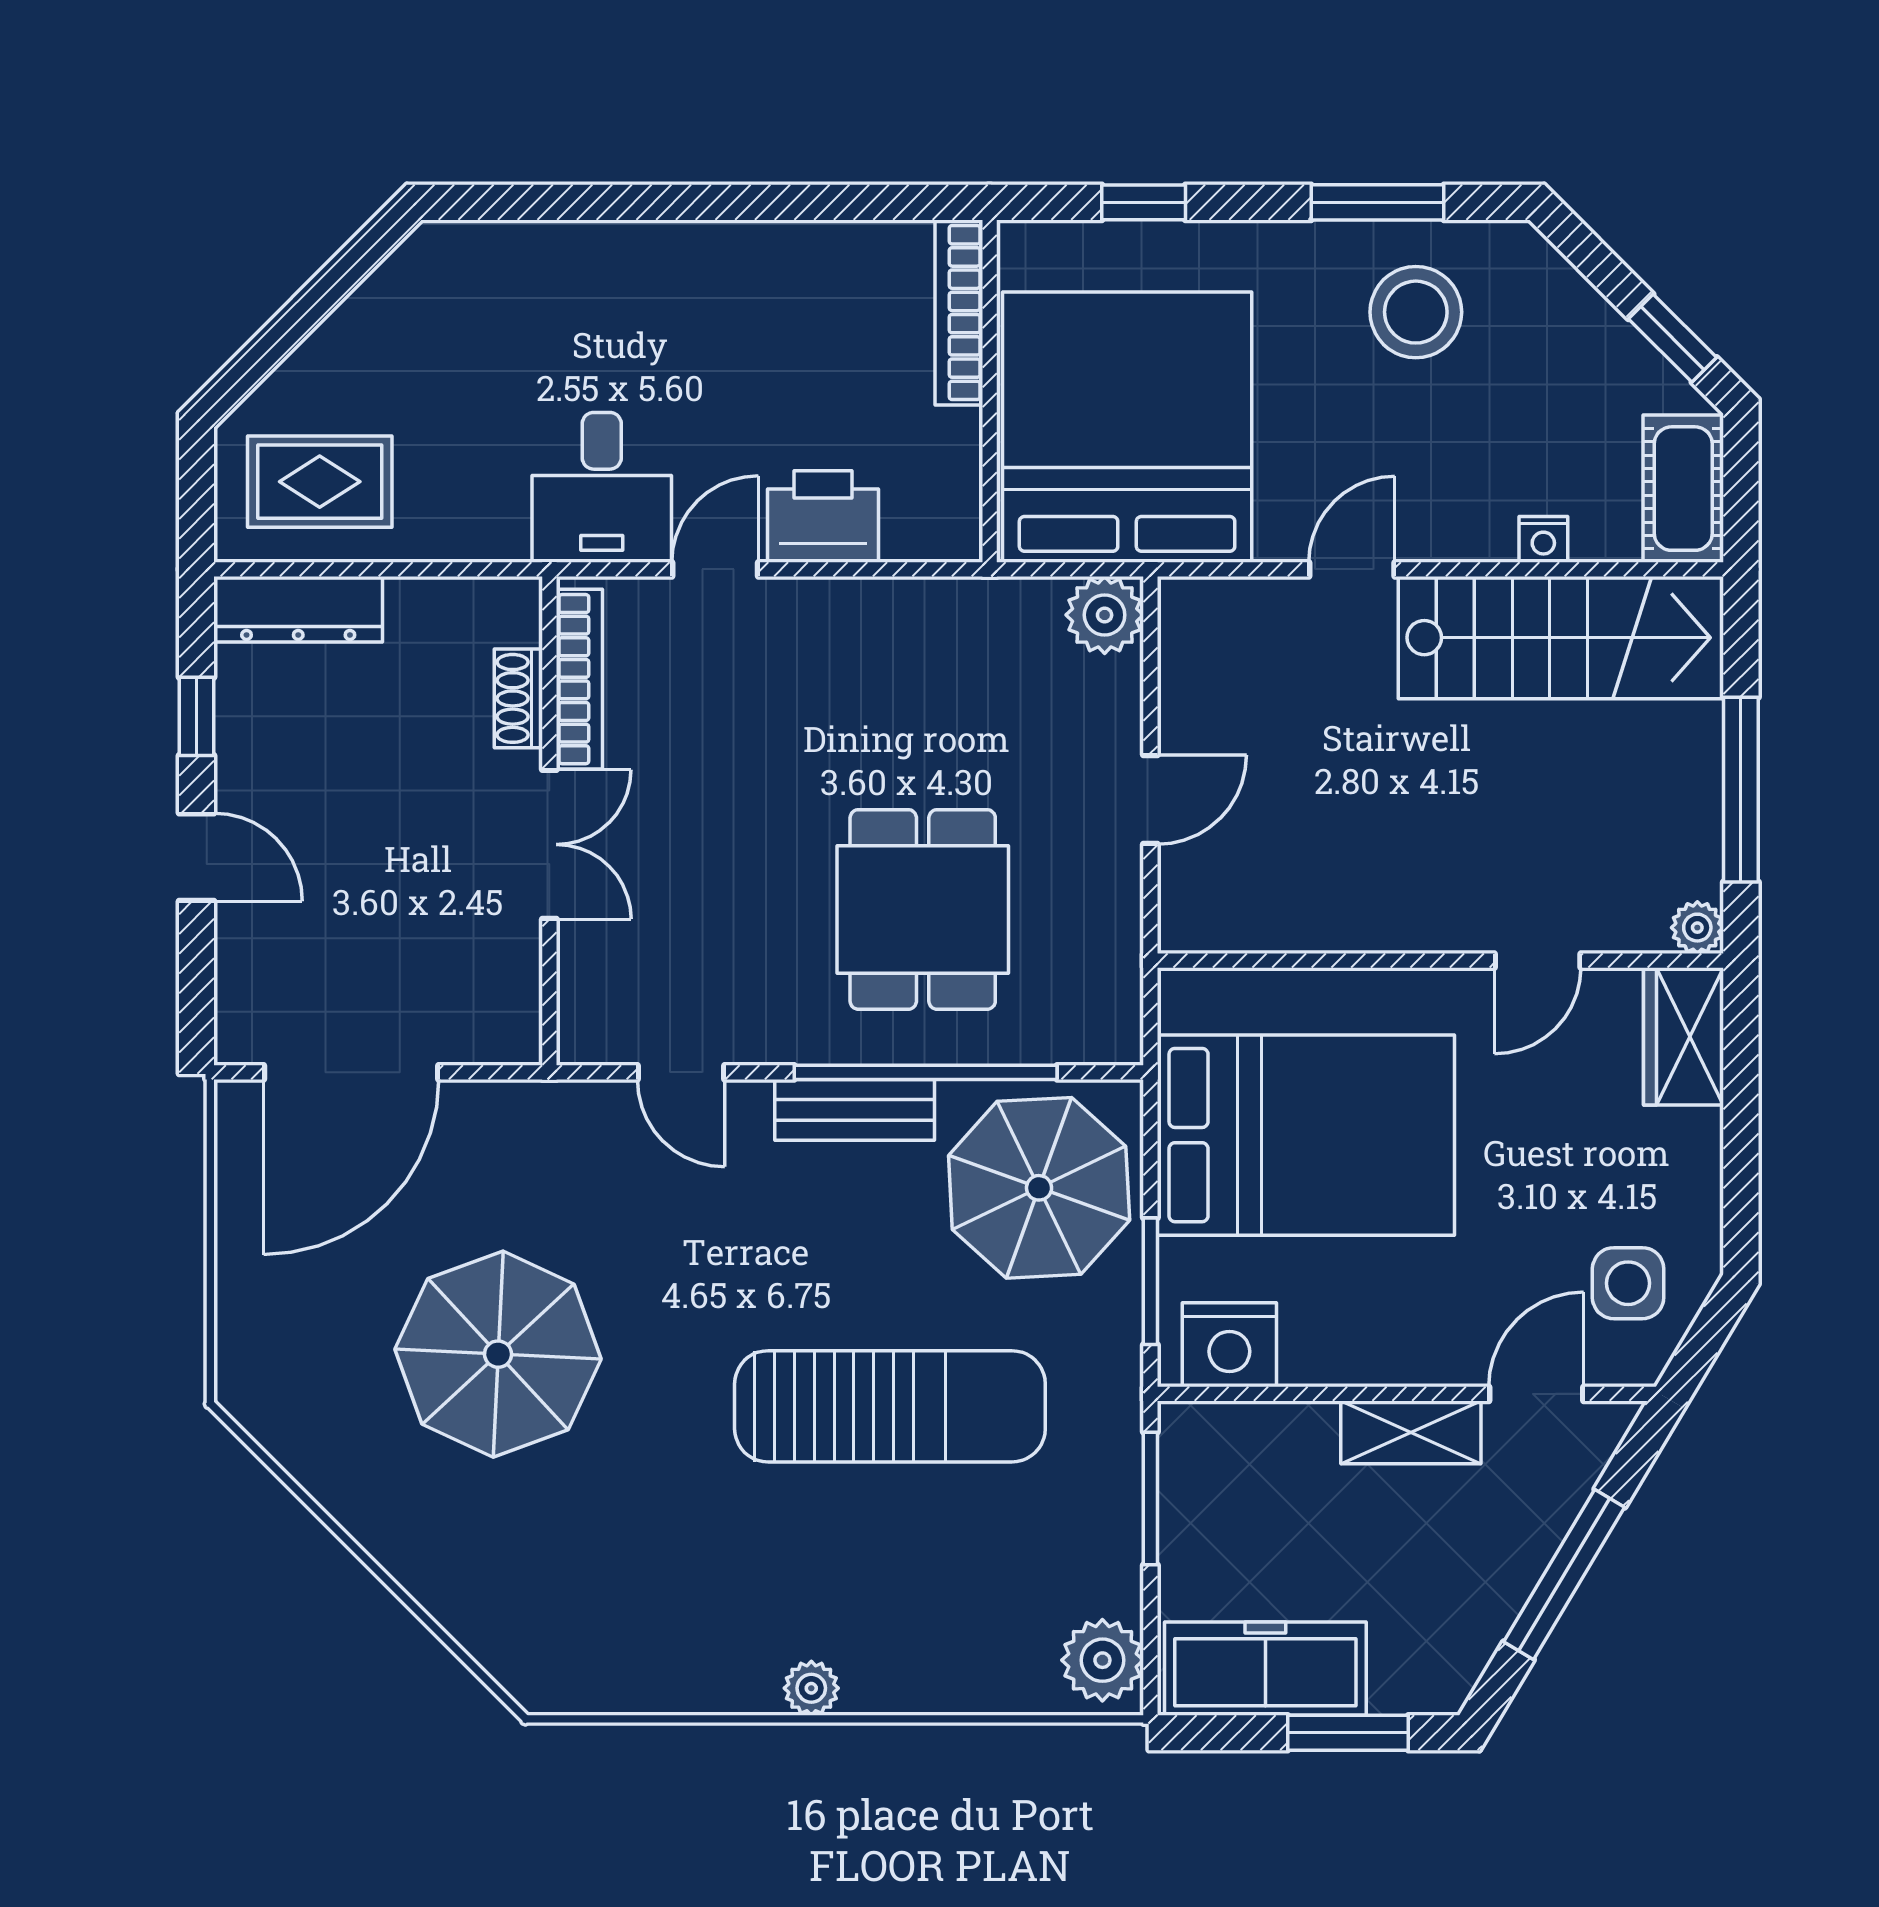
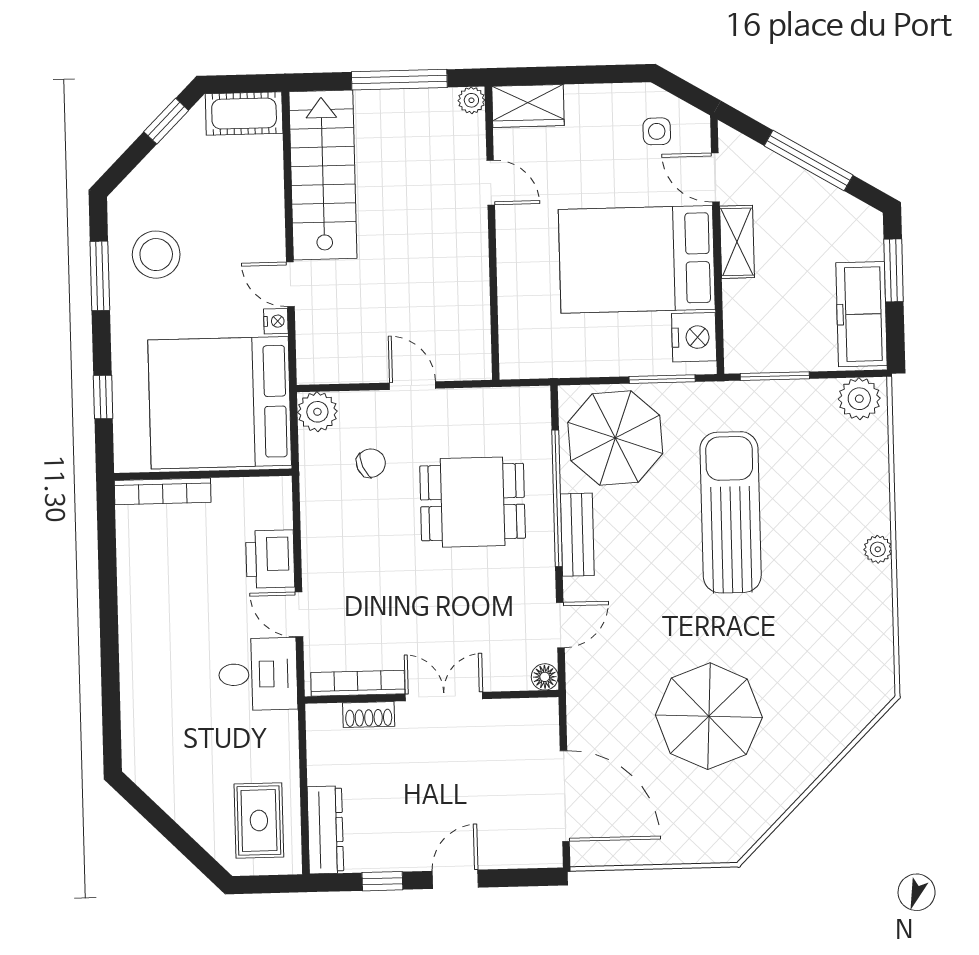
nightstand: (1543, 539) -> (276, 321), moved
chair: (1003, 715) -> (371, 463), added
floor lamp: (582, 1040) -> (545, 677), added
bed: (1306, 1135) -> (637, 259), moved, turned -90
side table: (1628, 1283) -> (657, 131), width x0.73, depth x0.73

